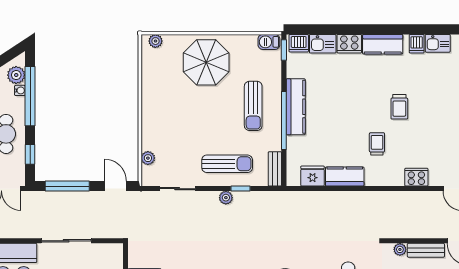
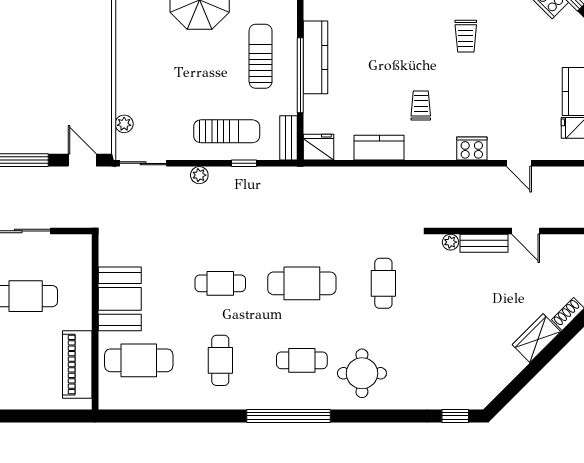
sun lounger: (253, 106) -> (261, 56), turned 180
trolley: (399, 107) -> (466, 36), moved
fridge: (313, 176) -> (318, 147), moved
sliding door: (177, 189) -> (143, 163), moved
plant: (226, 198) -> (199, 175), moved

